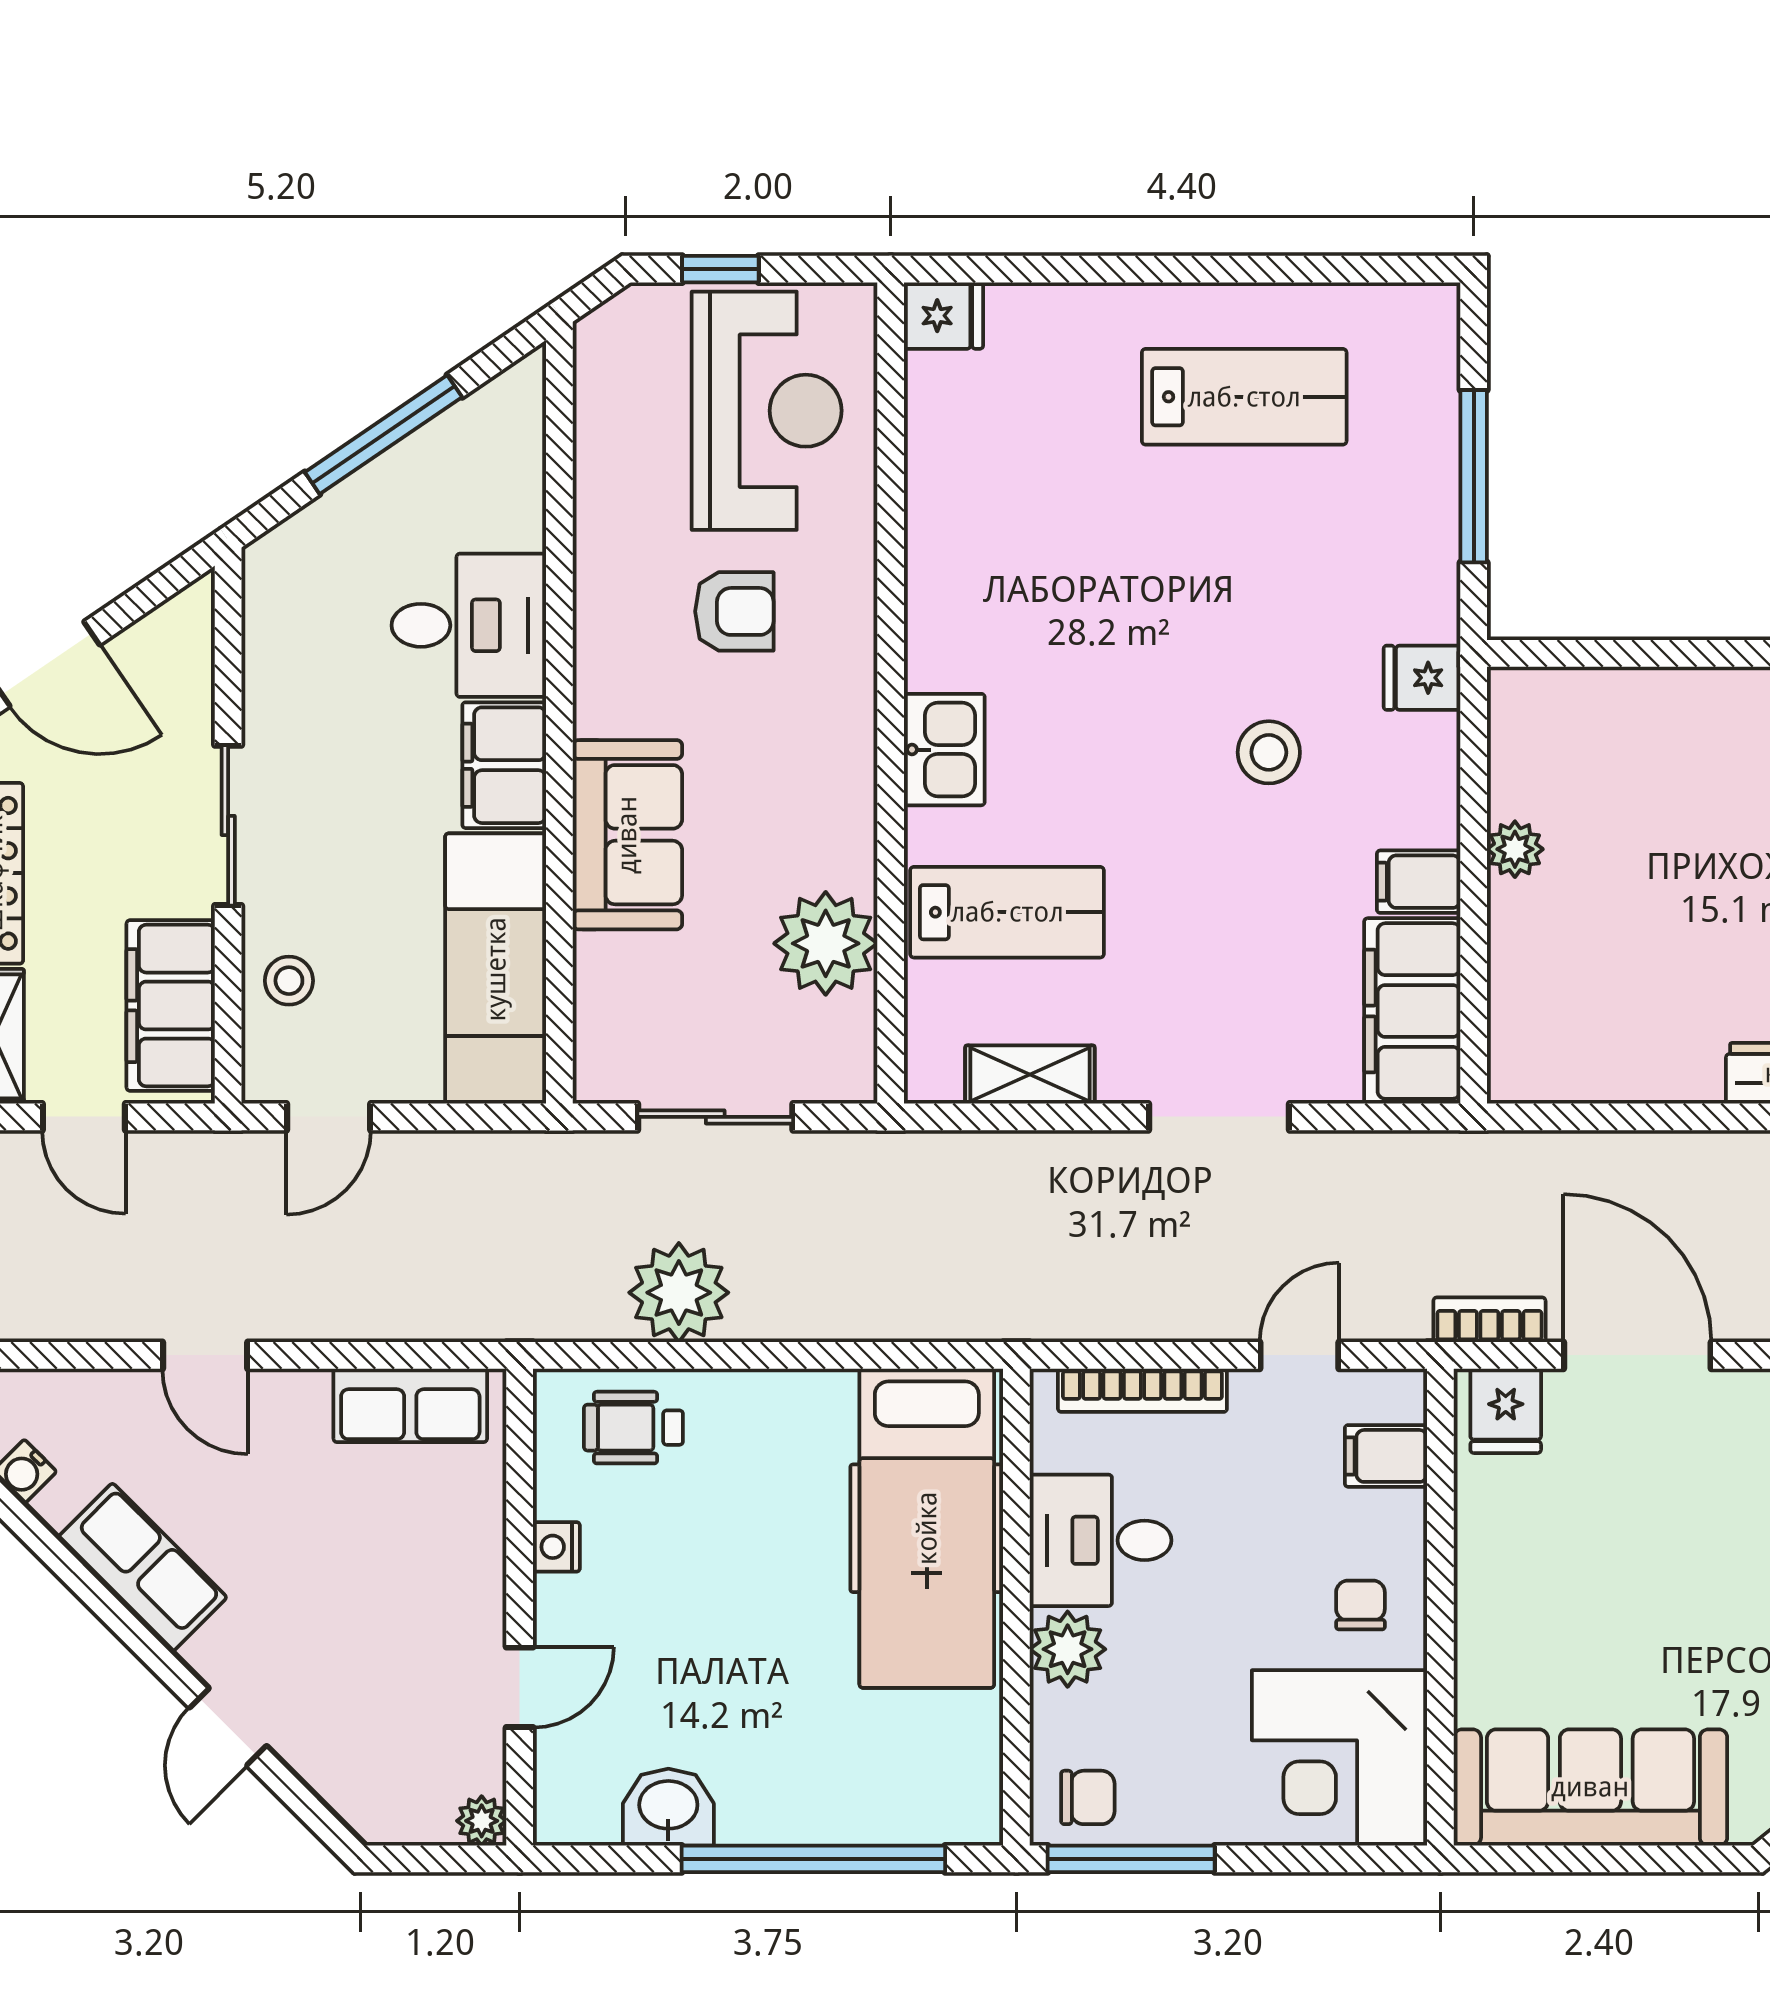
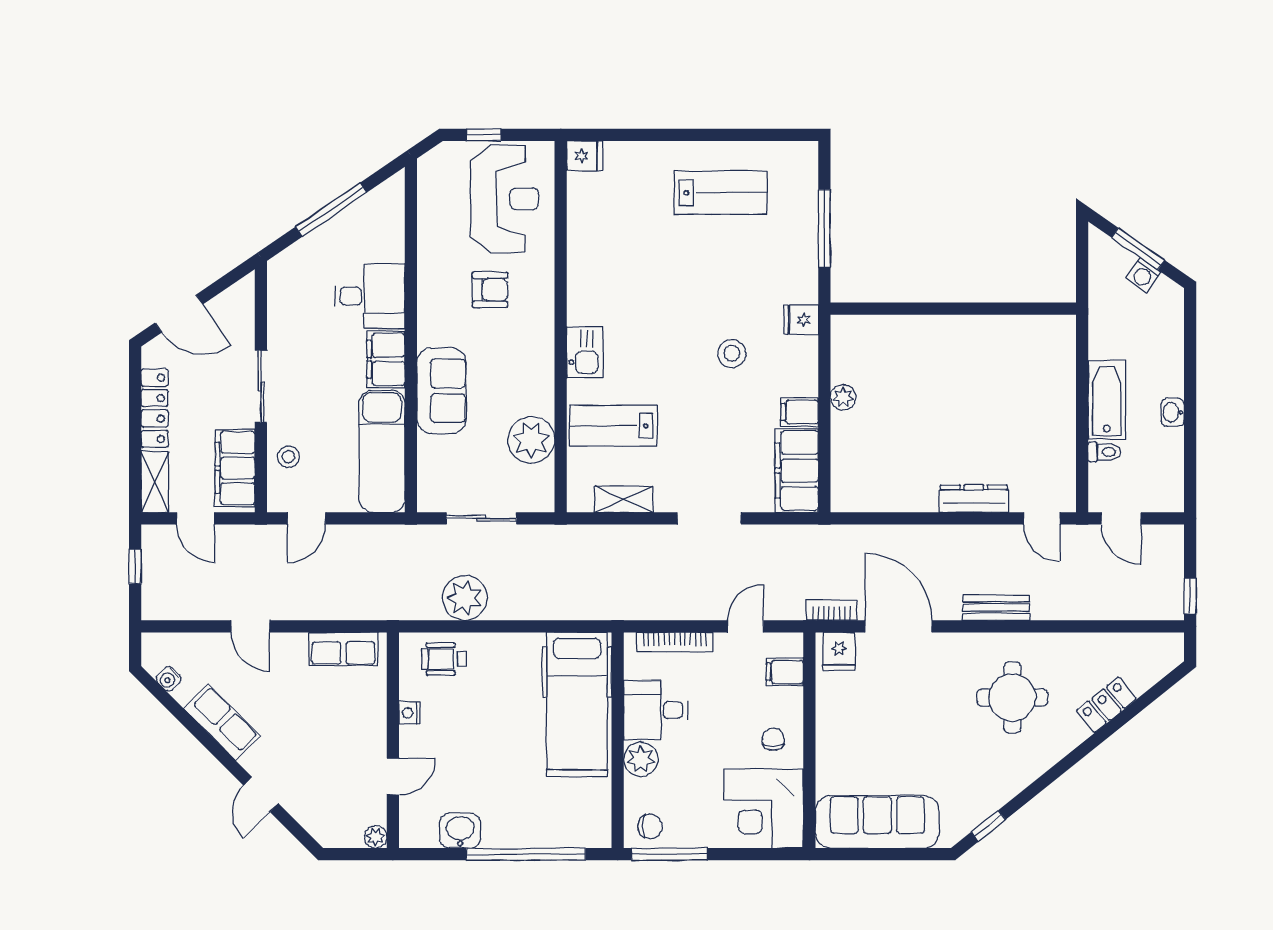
lab bench: (1007, 912) -> (613, 426), turned 180

